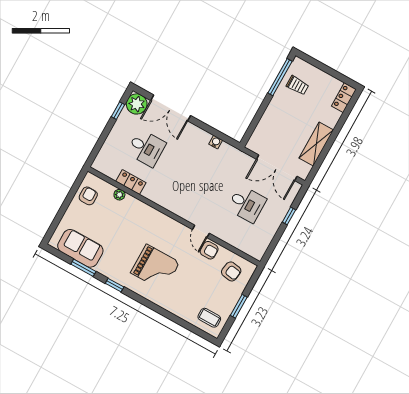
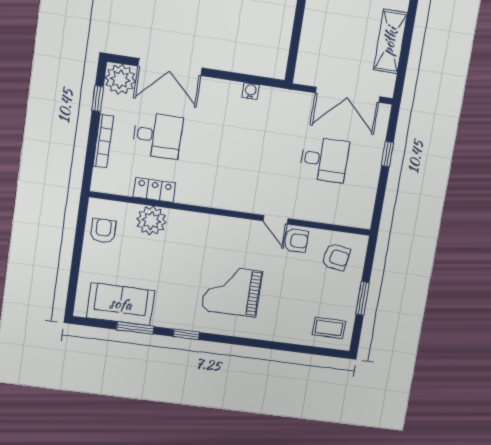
bookcase: (111, 139) -> (103, 141), added
plant: (119, 195) -> (151, 221), width x1.87, depth x1.87
grand piano: (155, 268) -> (232, 291), turned 180

